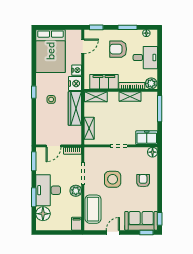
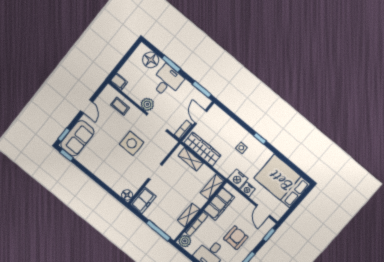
wardrobe: (75, 108) -> (202, 149), moved
armchair: (143, 181) -> (110, 168), removed
desk: (48, 190) -> (167, 81), width x0.73
coffee table: (93, 209) -> (120, 106), width x0.54, depth x0.58

